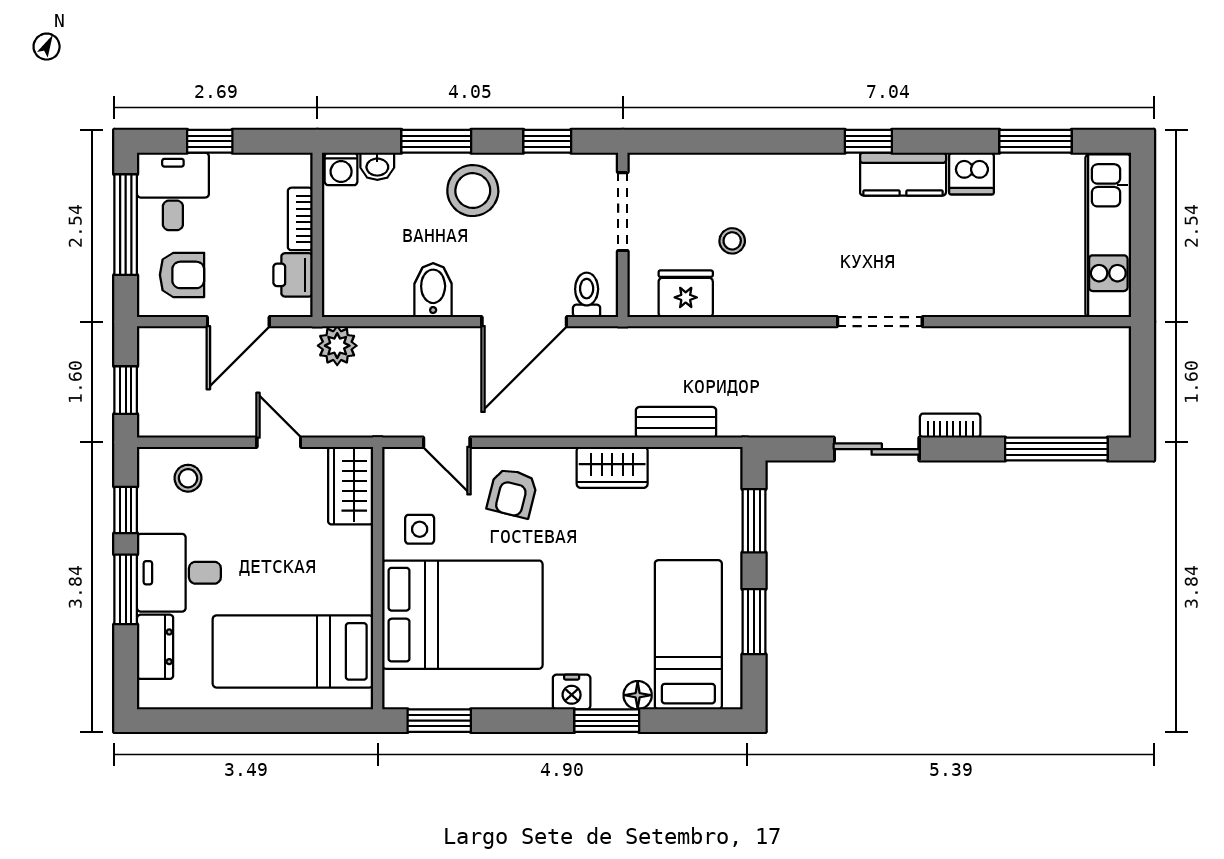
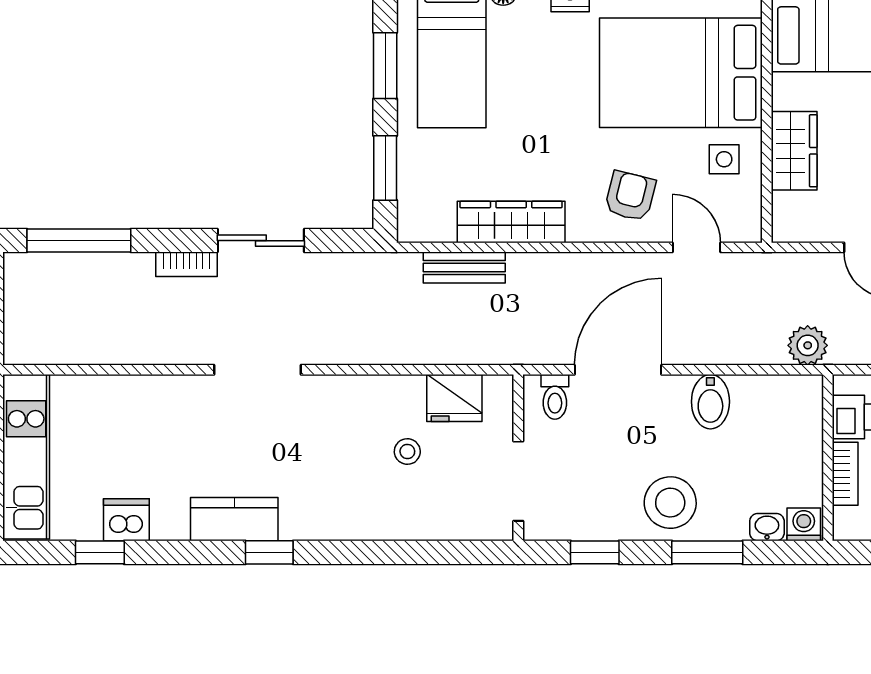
window: (1036, 141) -> (100, 552), width x0.67
dishwasher: (971, 174) -> (126, 520), moved
wardrobe: (612, 467) -> (511, 222), width x1.50
wardrobe: (351, 486) -> (794, 151), moved

